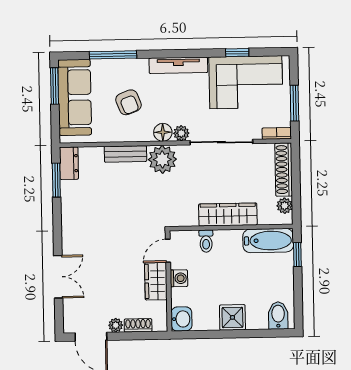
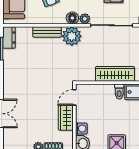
toilet: (206, 241) -> (119, 92), moved
washing machine: (179, 278) -> (81, 129), moved

